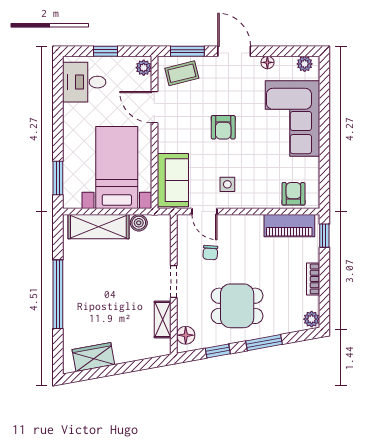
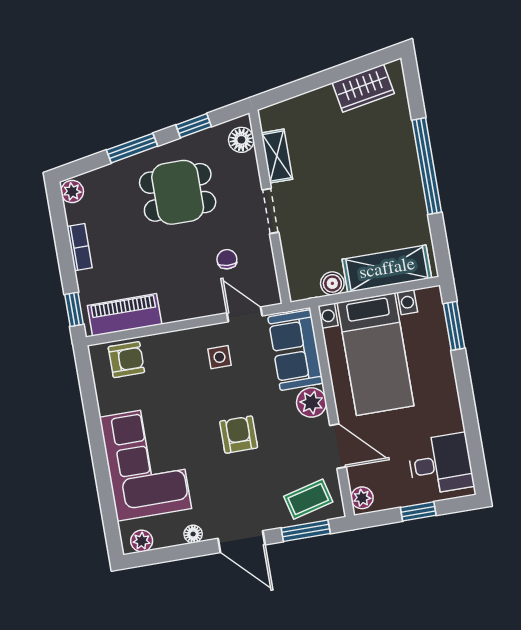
plant: (168, 141) -> (311, 402), added
armchair: (293, 194) -> (126, 360), turned -90

